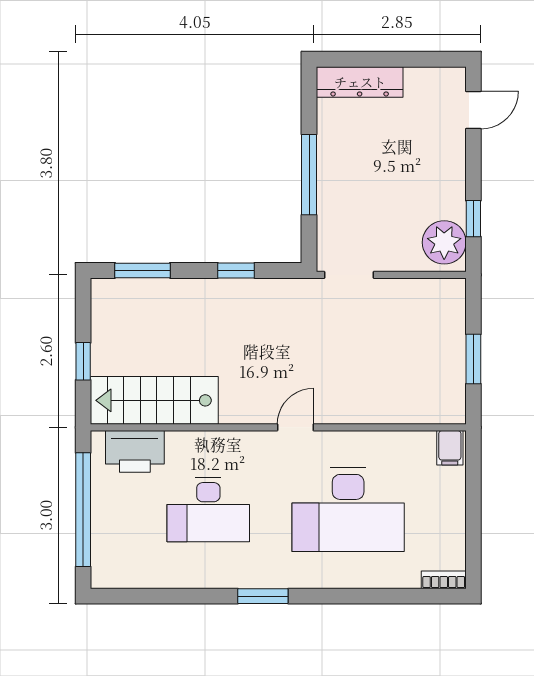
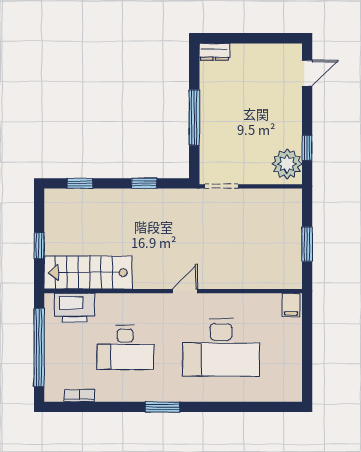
dresser: (360, 82) -> (214, 52), width x0.51, depth x0.80
window: (142, 270) -> (80, 183), width x0.67
bookcase: (444, 580) -> (79, 396), moved

